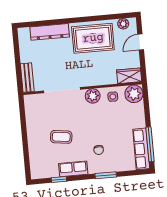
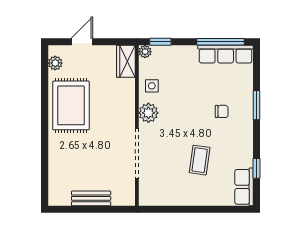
dresser: (50, 32) -> (57, 163), removed
door: (141, 42) -> (82, 42), swing flipped
bench: (27, 78) -> (91, 198), moved
plant: (134, 94) -> (145, 52), width x0.53, depth x0.53
window: (146, 100) -> (160, 42), added
row of seats: (73, 169) -> (244, 187), moved

